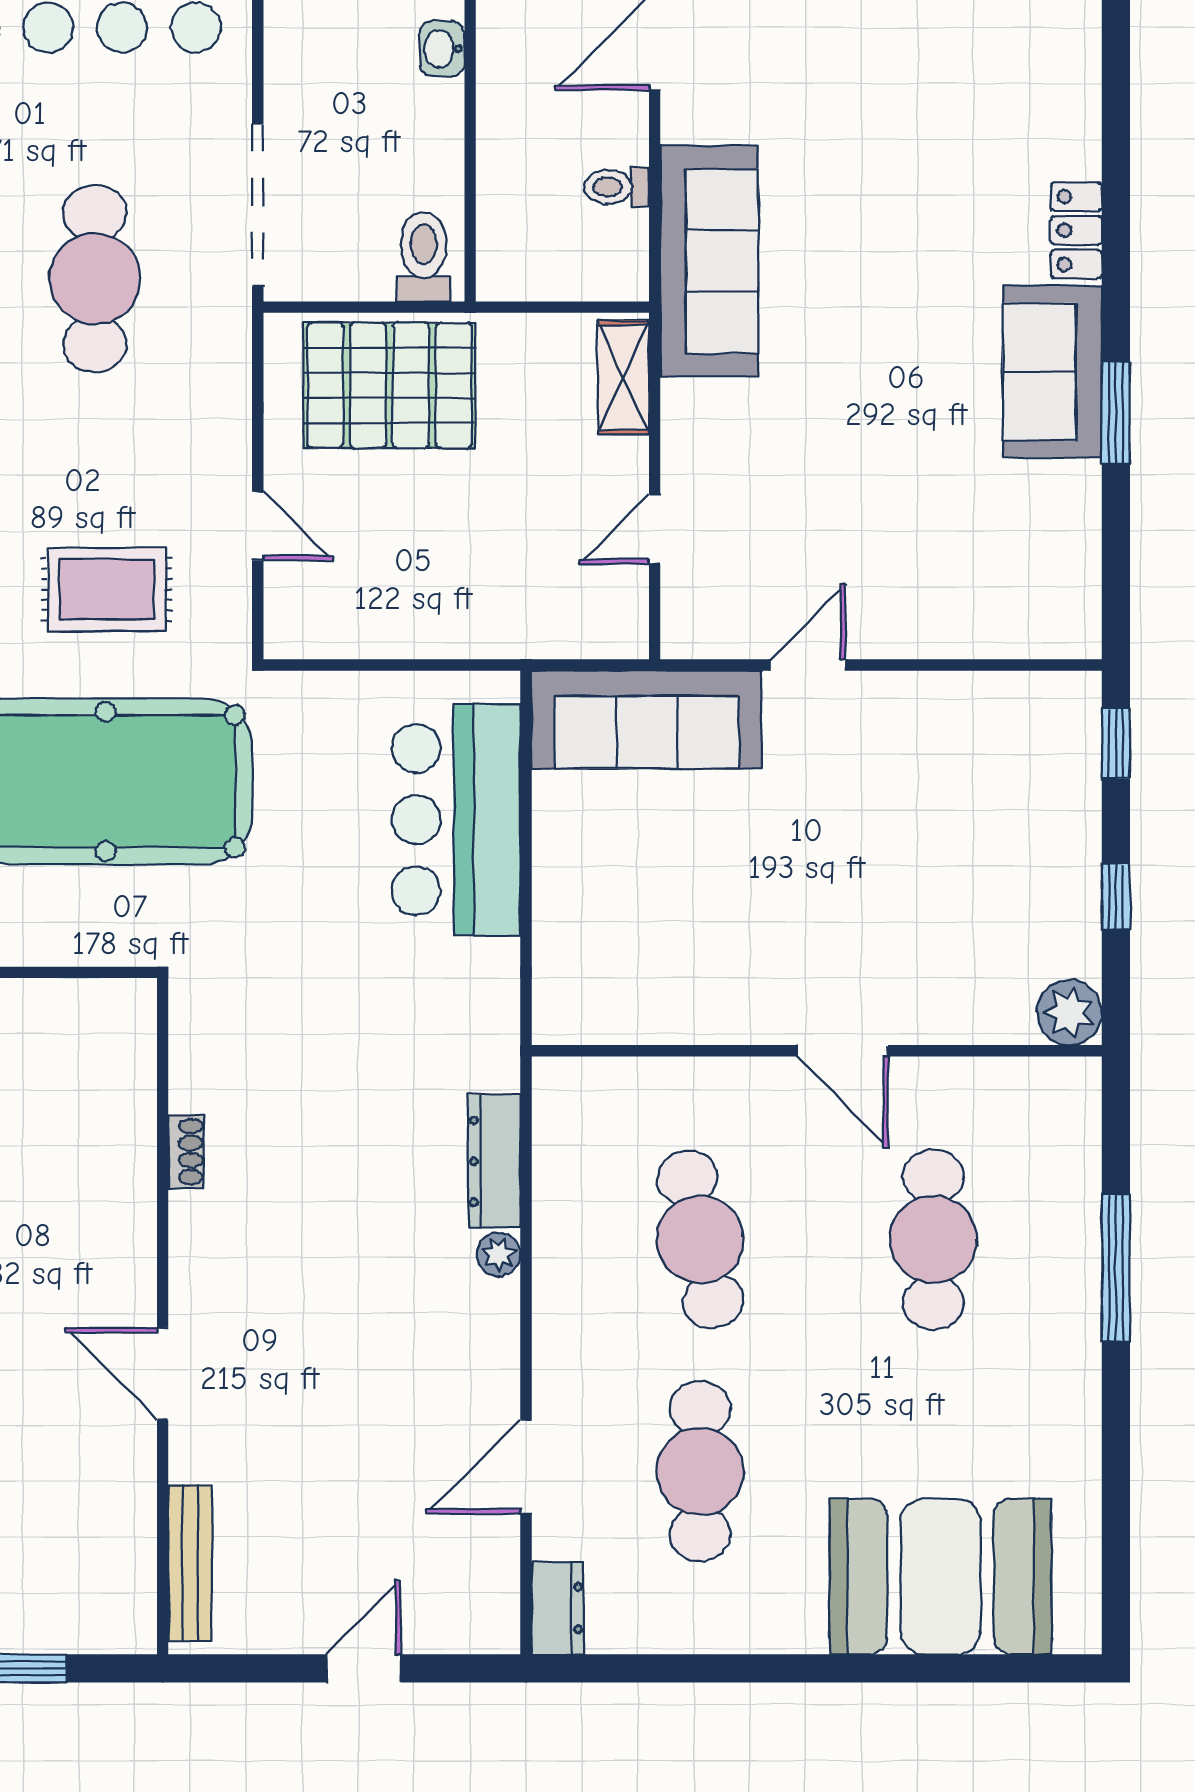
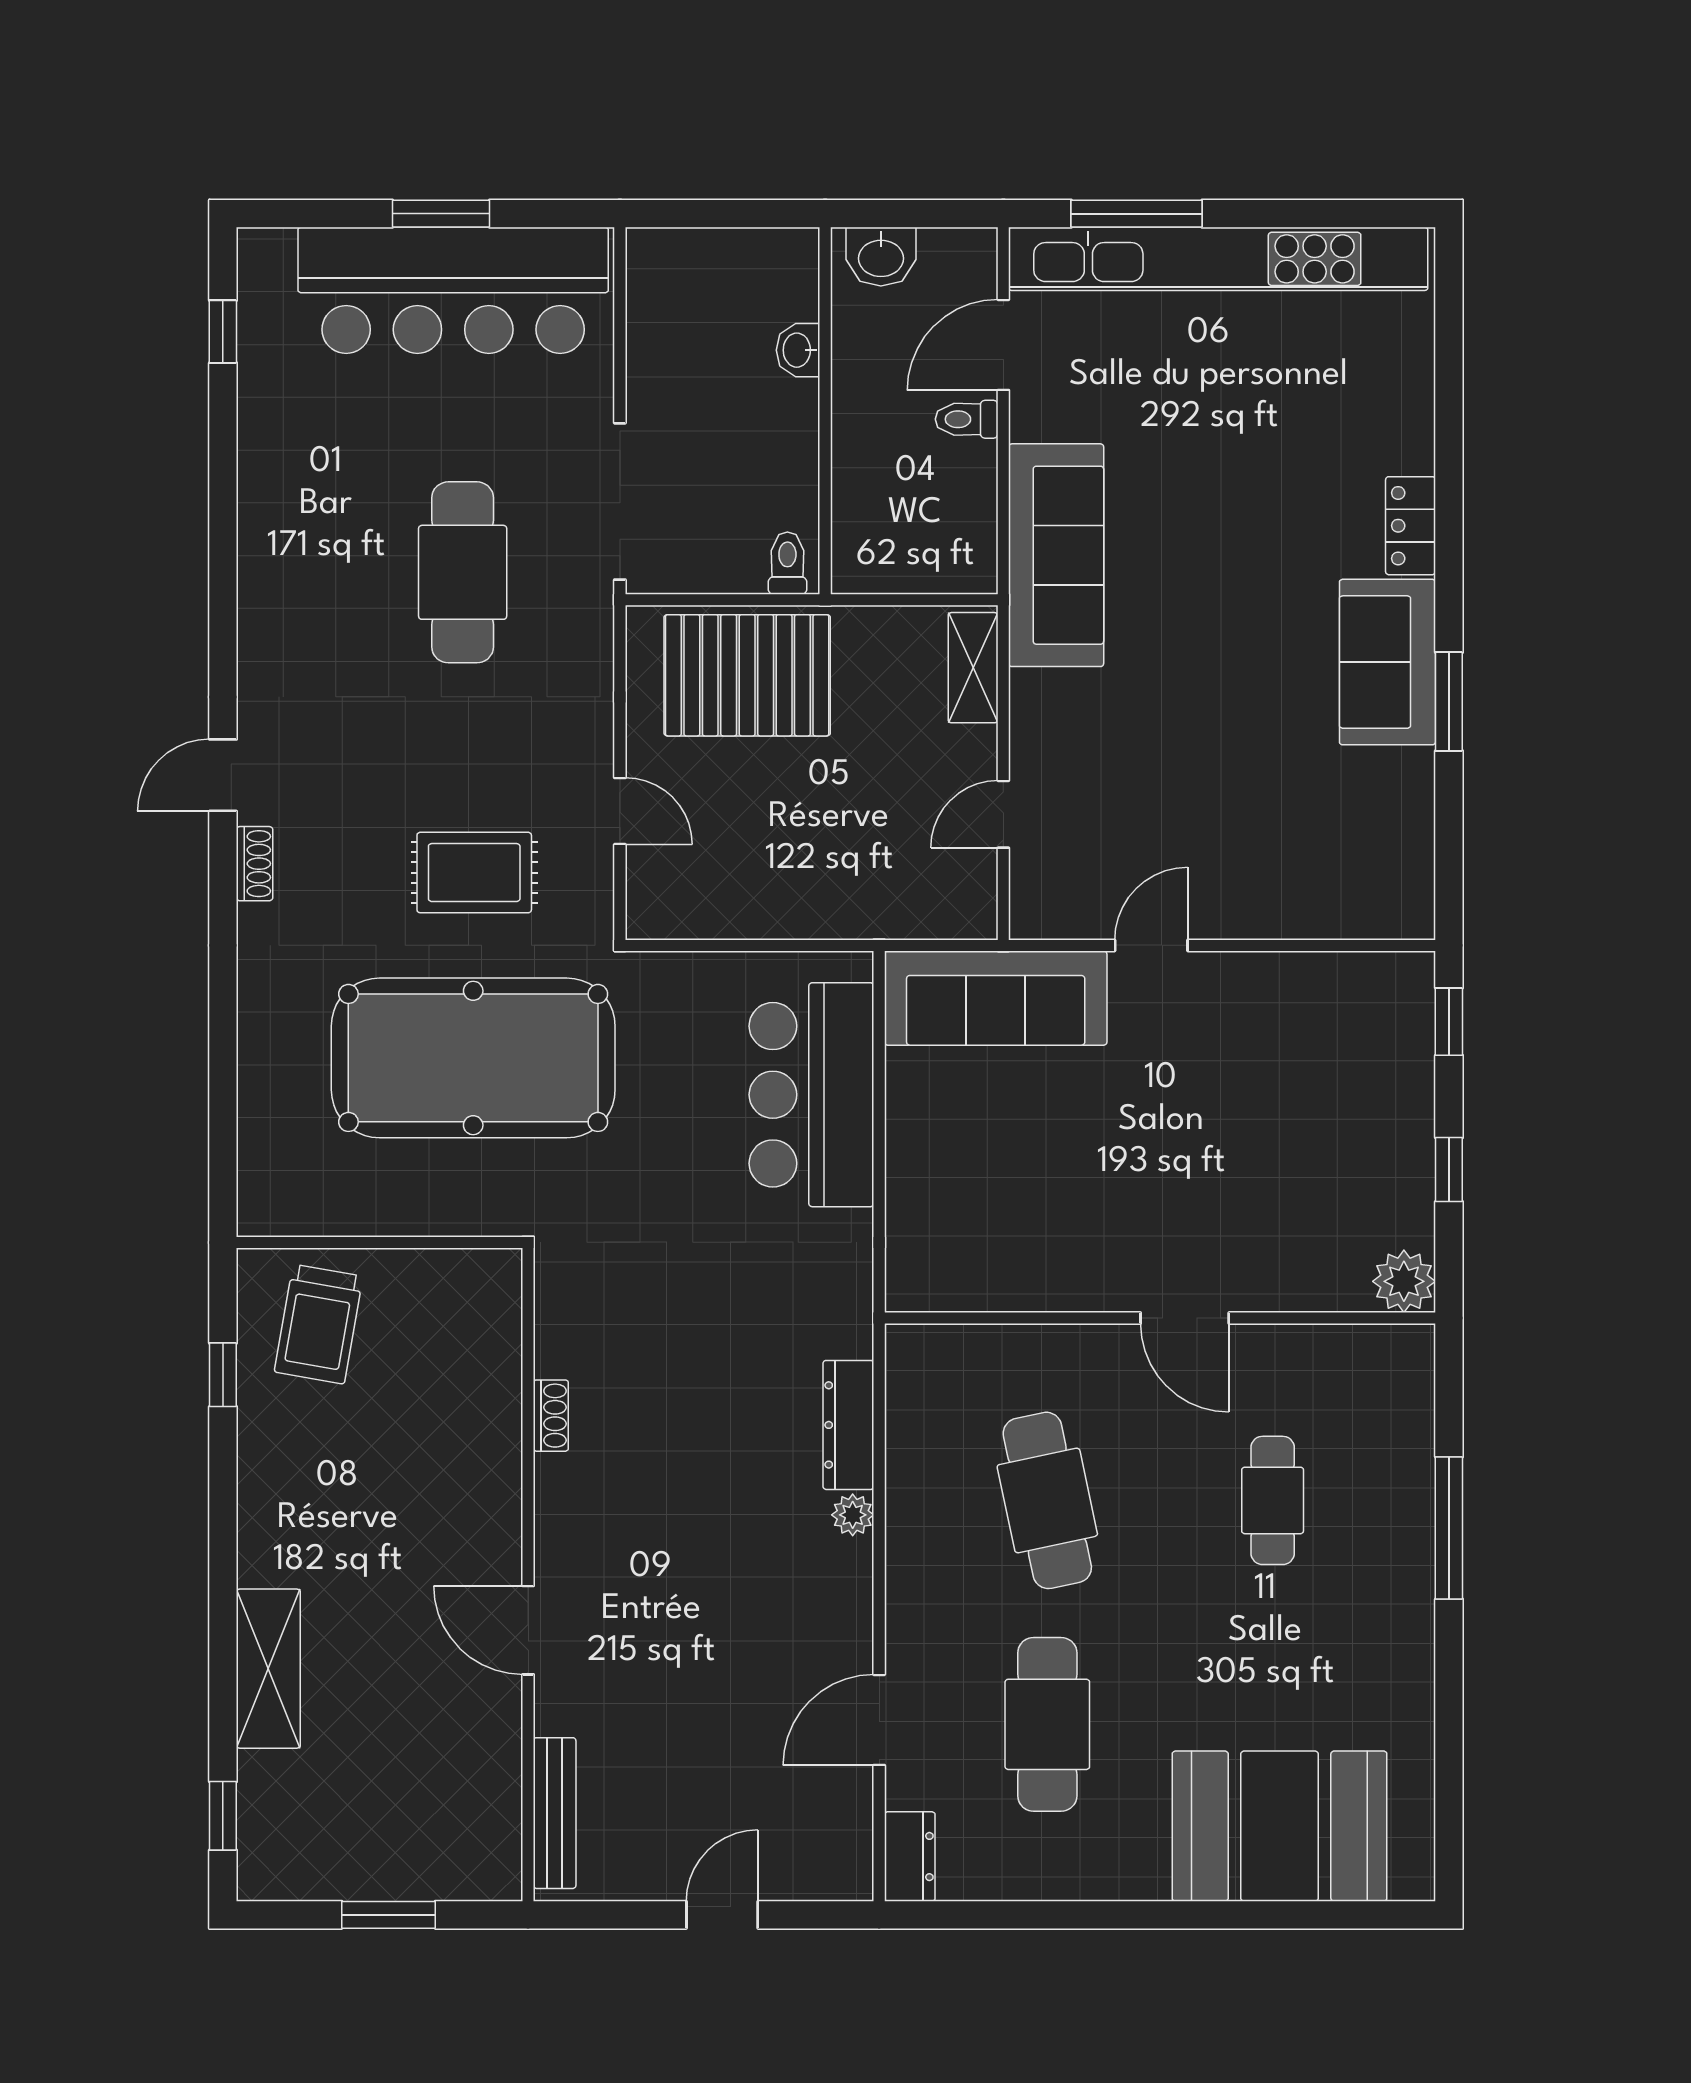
toilet: (617, 187) -> (967, 419), moved
toilet: (424, 257) -> (787, 563), width x0.73, depth x0.72
cafe table: (933, 1239) -> (1273, 1500), width x0.73, depth x0.74

